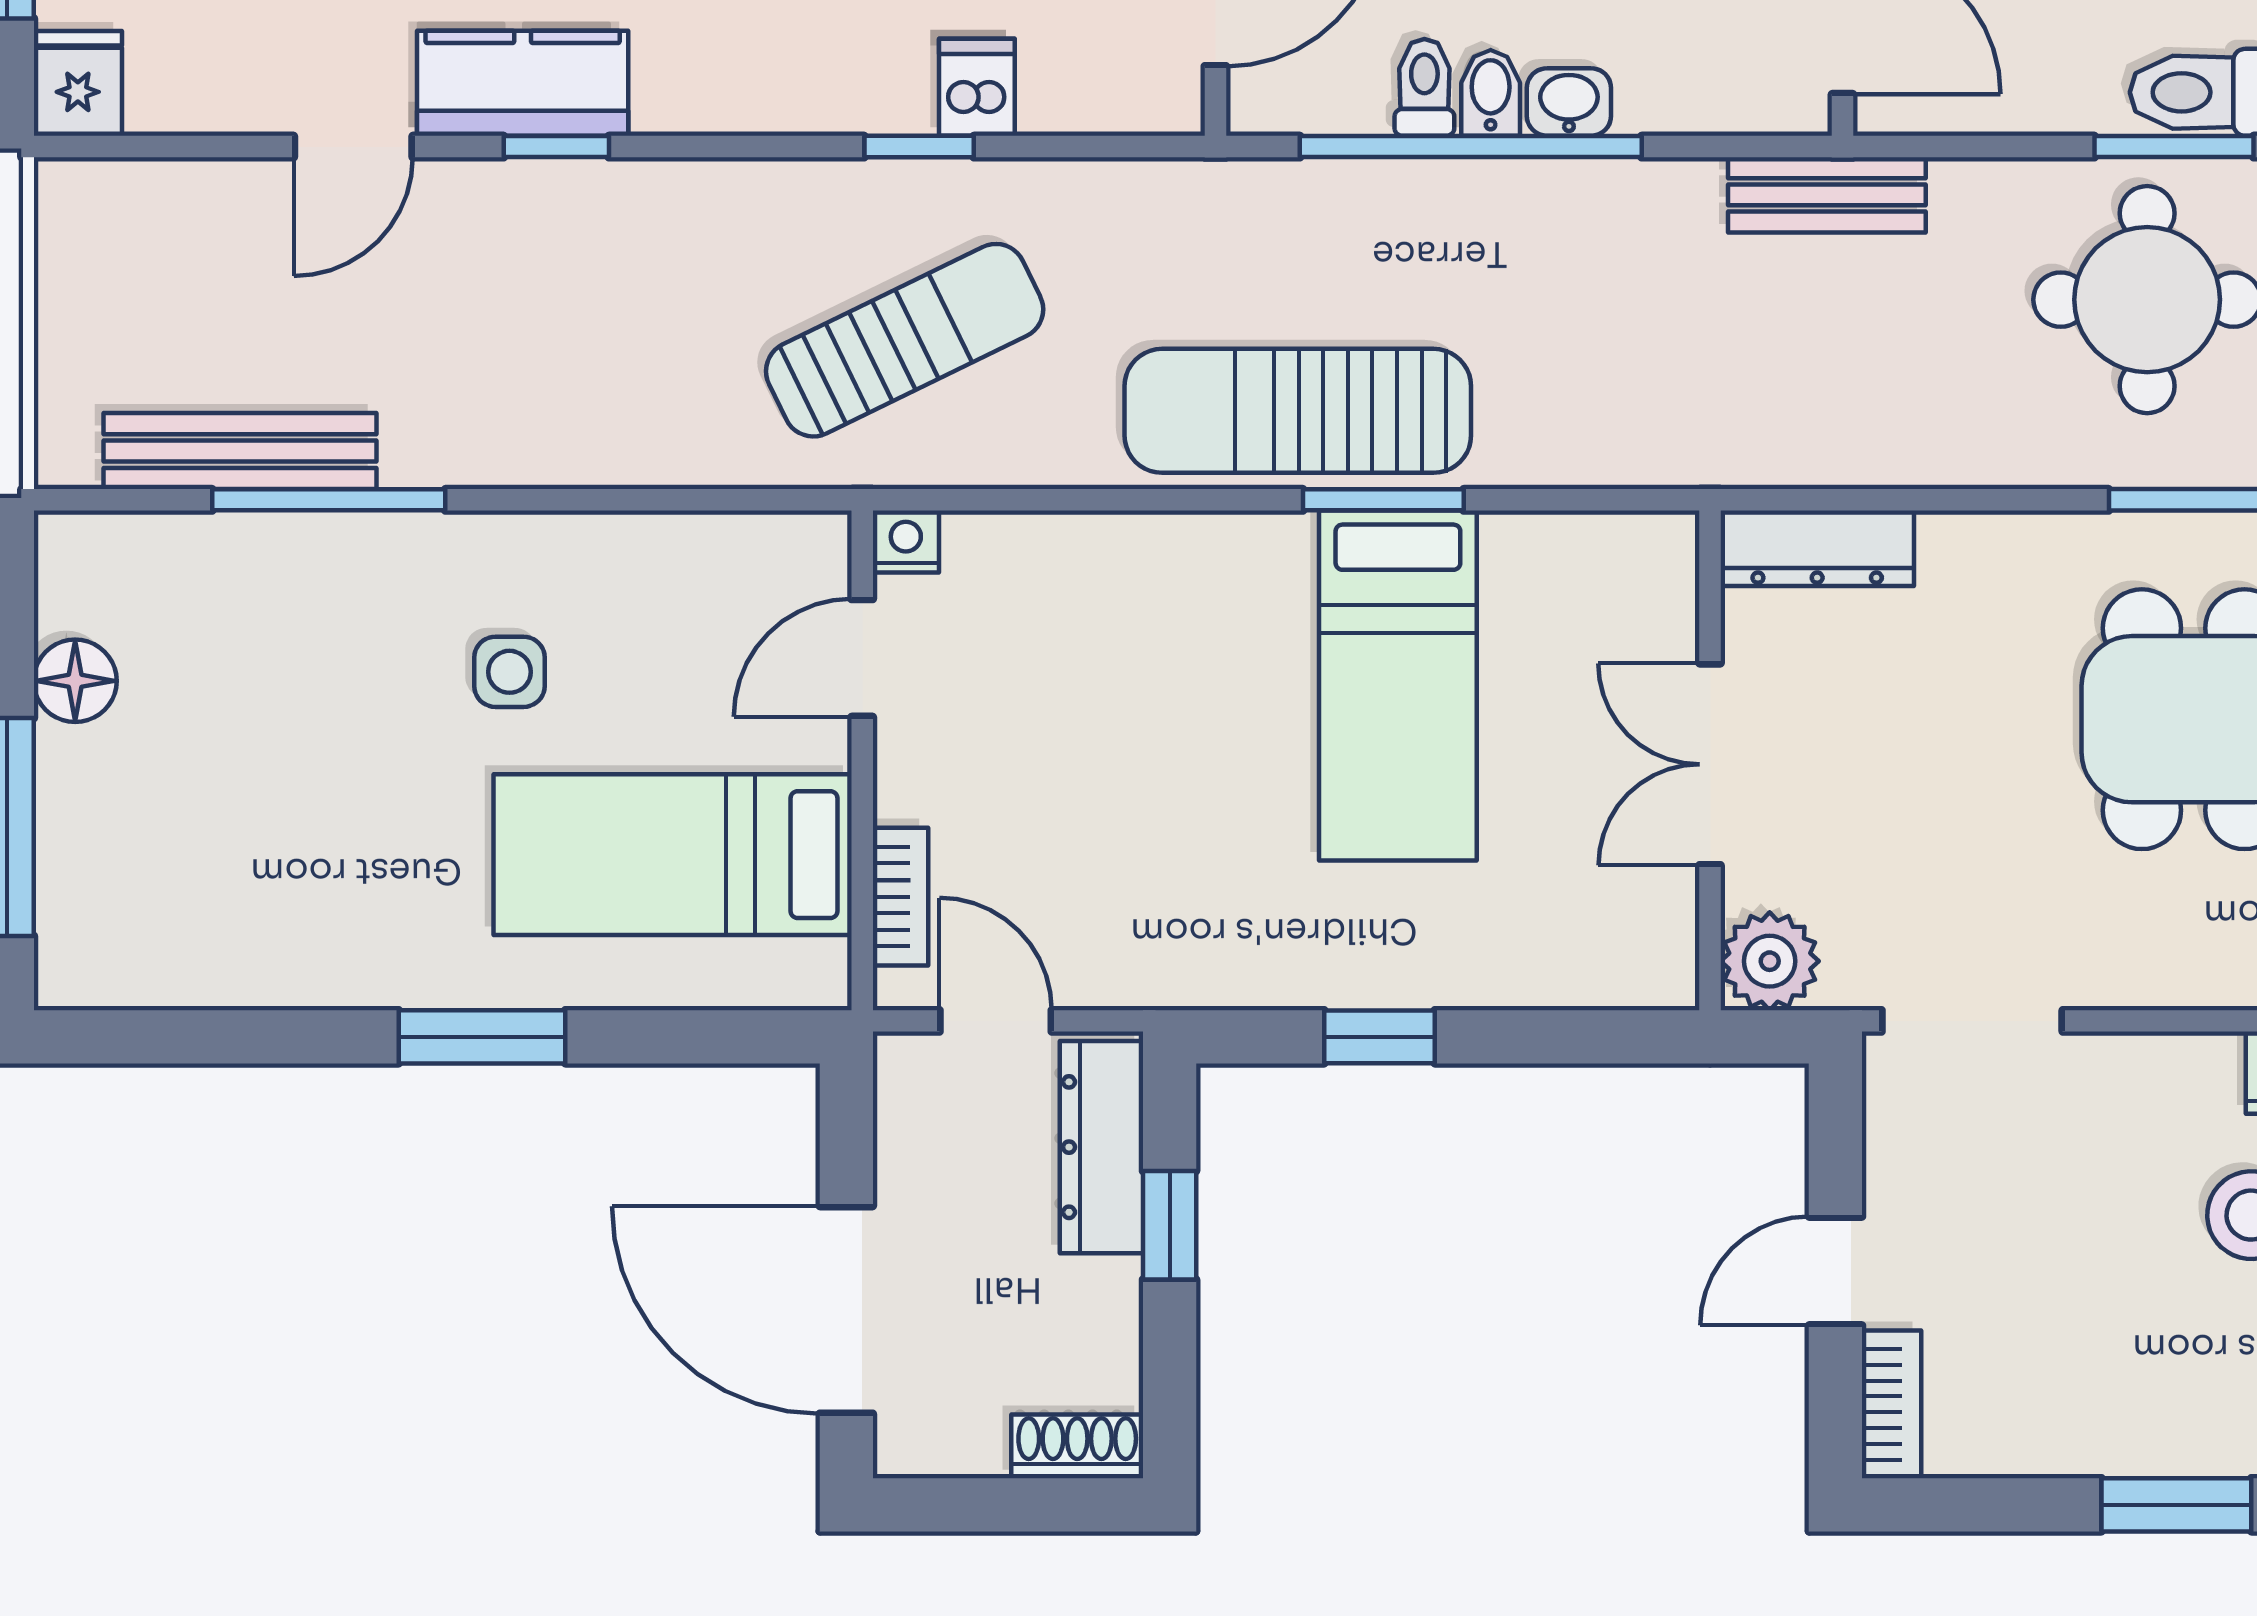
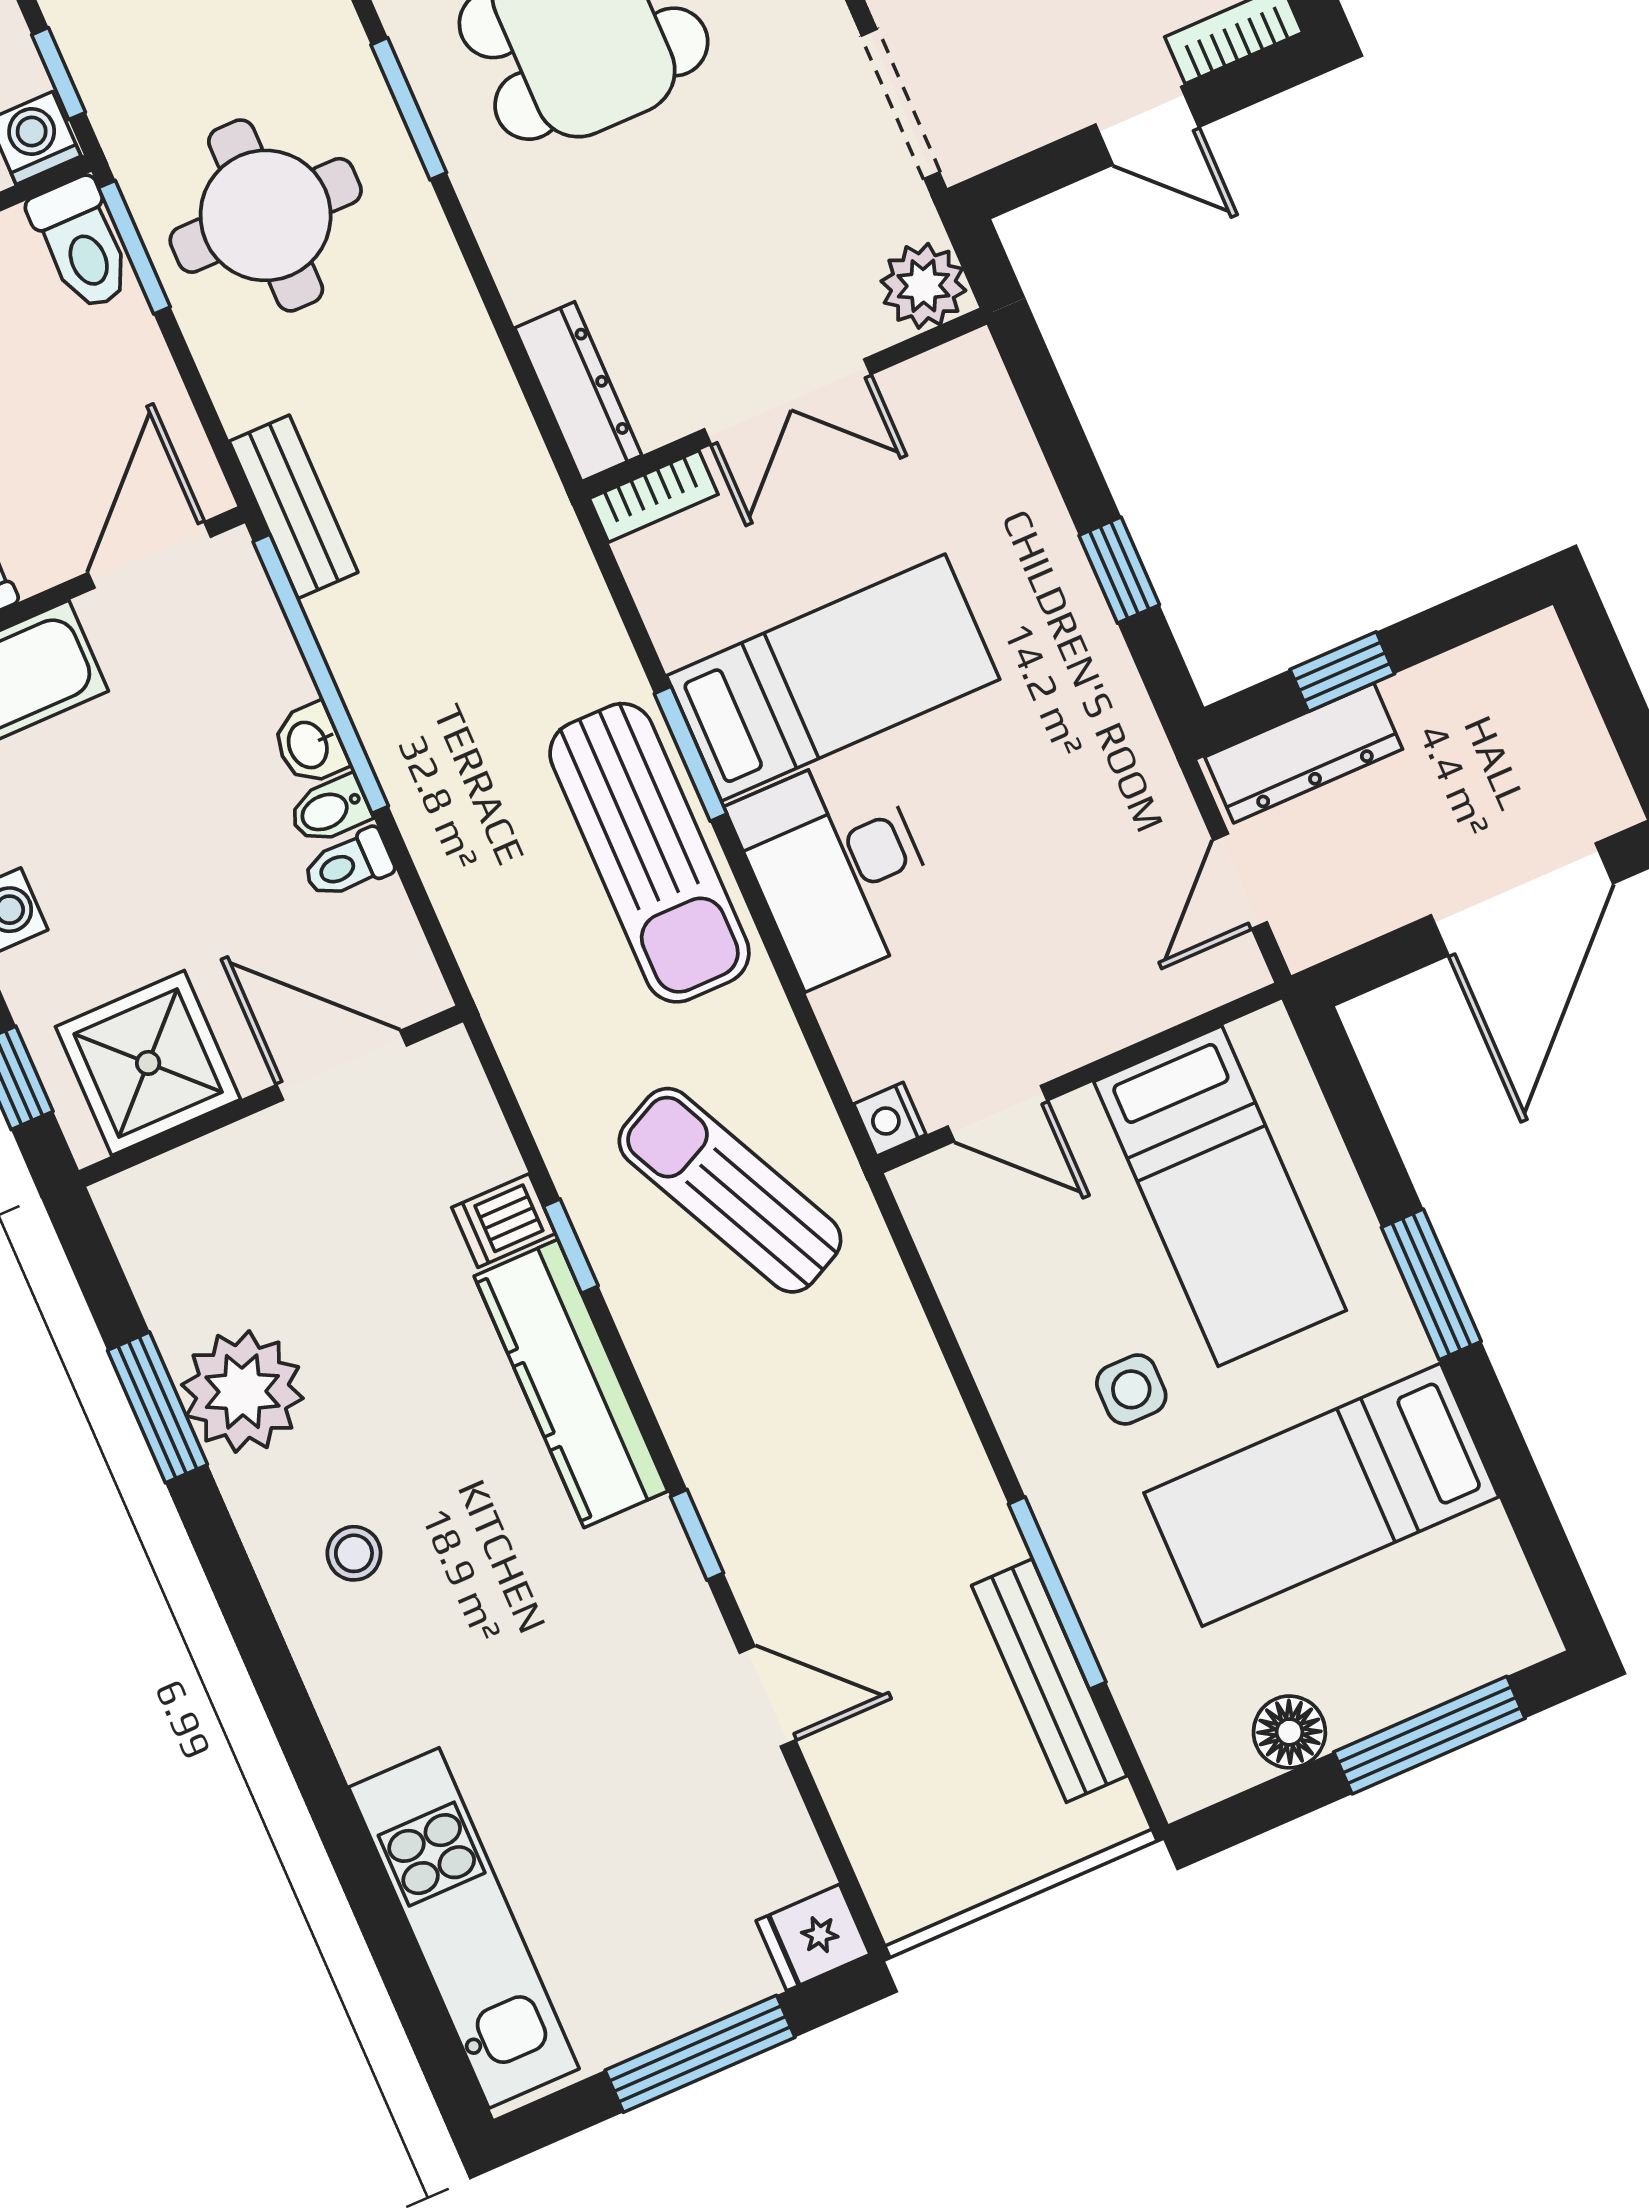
kitchen counter: (523, 83) -> (571, 1384), moved, width x1.50
window: (1471, 147) -> (321, 674), moved
desk: (1195, 602) -> (837, 868), added
bed: (311, 824) -> (1321, 1495), added
bookcase: (900, 897) -> (654, 496), moved, turned 180
shoe rack: (1077, 1446) -> (1550, 668), removed

